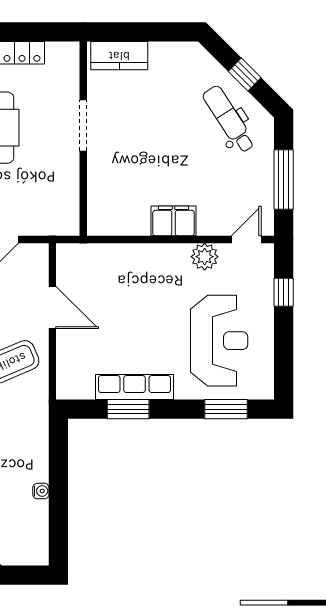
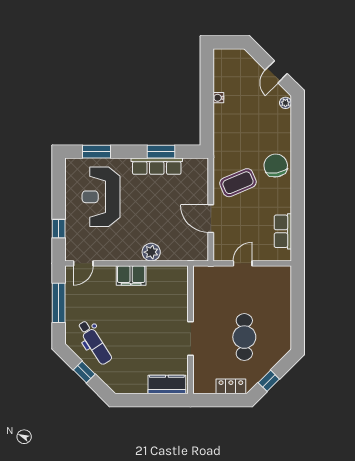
plant: (205, 257) -> (151, 252), moved

